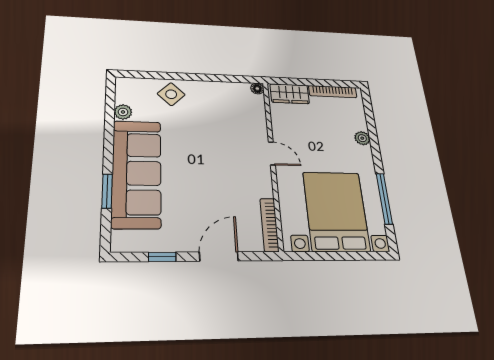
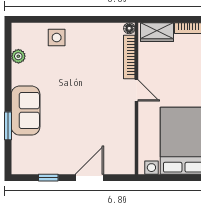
side table: (171, 94) -> (57, 38), turned 45
sofa: (137, 173) -> (26, 111), width x0.54, depth x0.79
bookcase: (269, 225) -> (129, 57), moved

